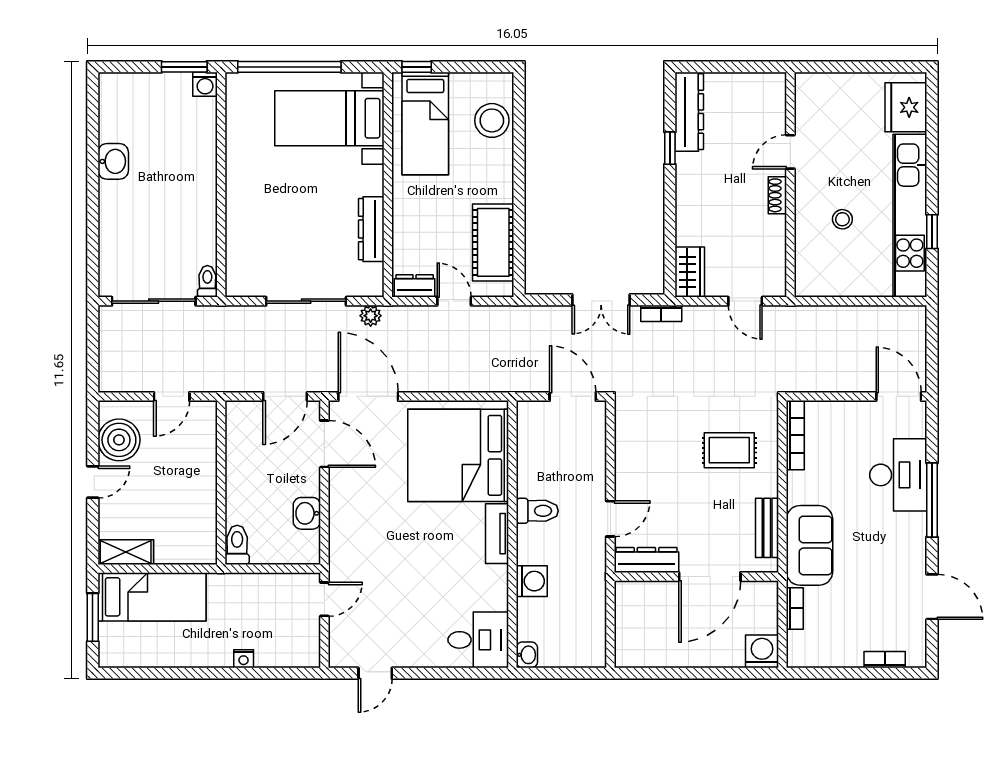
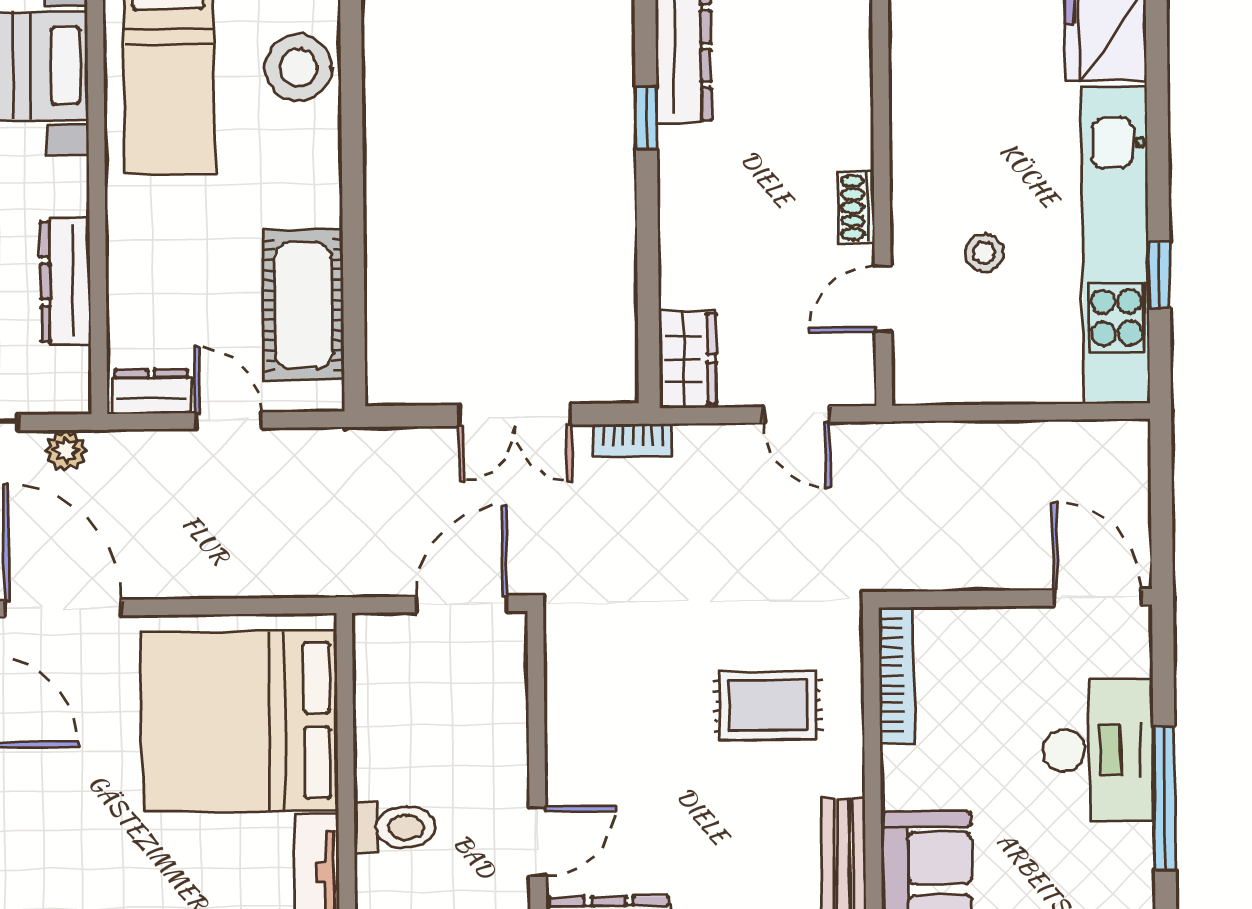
door: (790, 152) -> (883, 298), moved
door: (573, 396) -> (462, 604), hinge flipped

